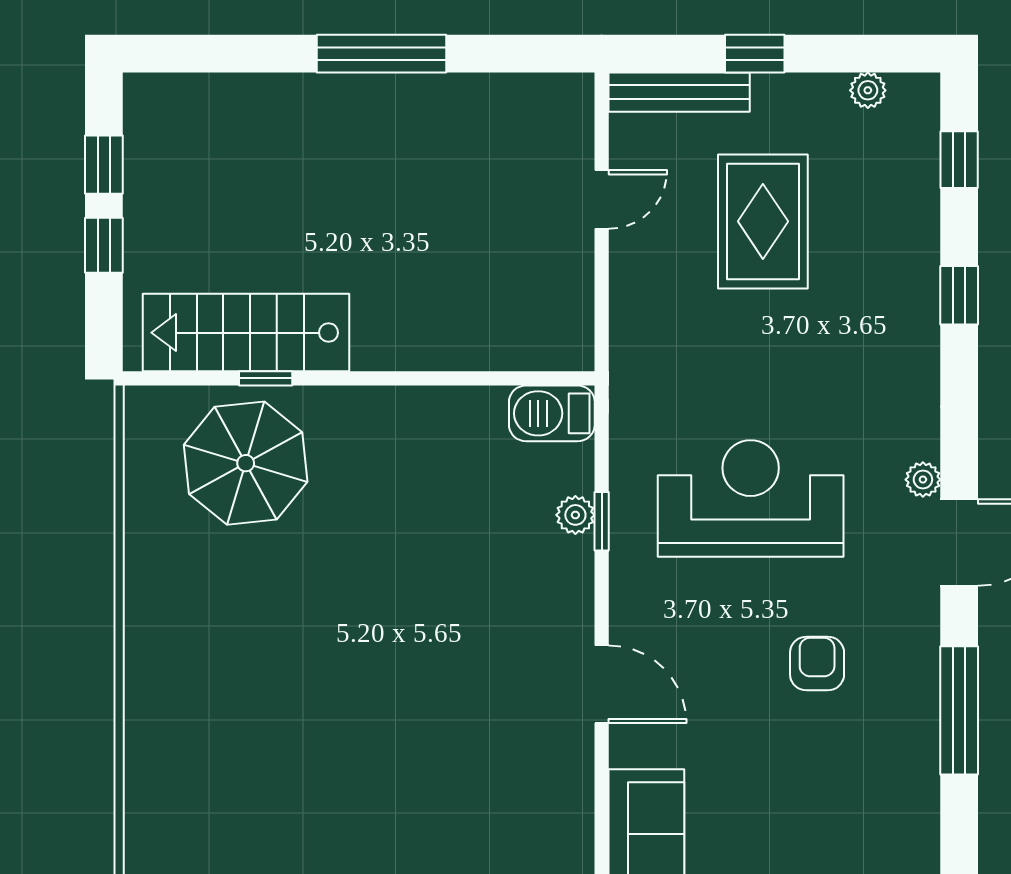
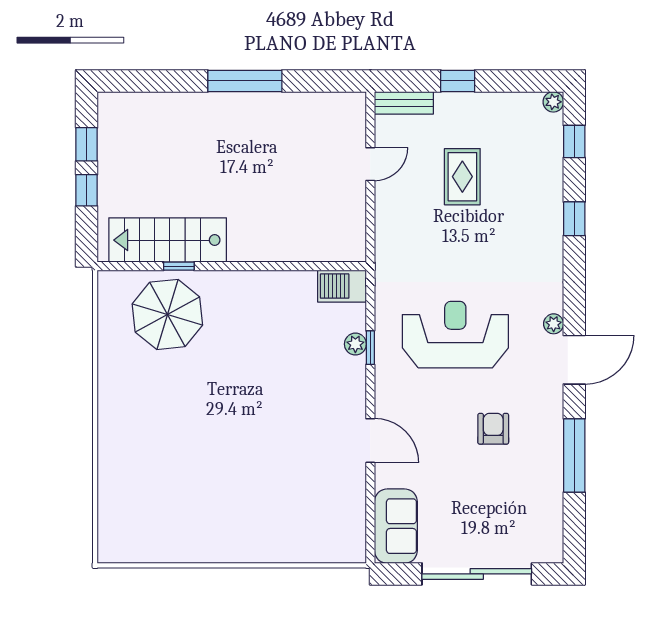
plant: (868, 90) -> (553, 102), moved
bench: (679, 92) -> (404, 103), width x0.73
rug: (763, 221) -> (462, 177), width x0.73, depth x0.70

